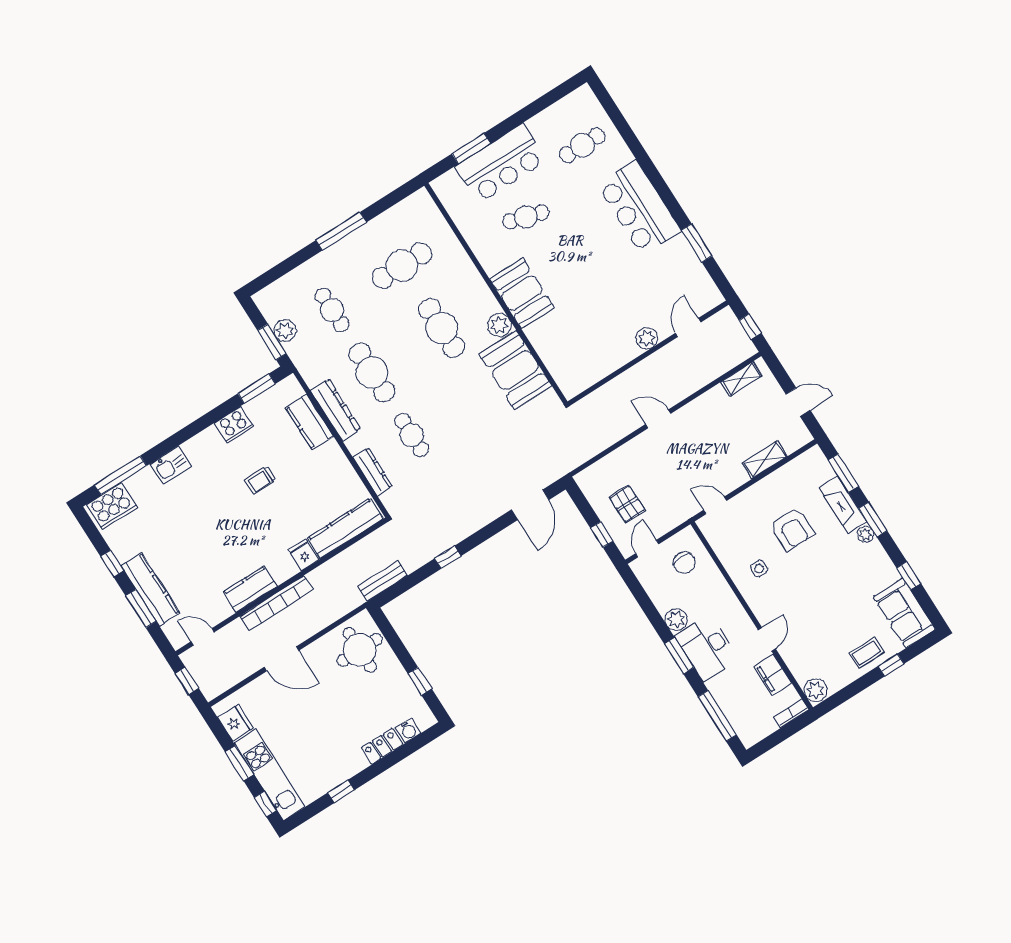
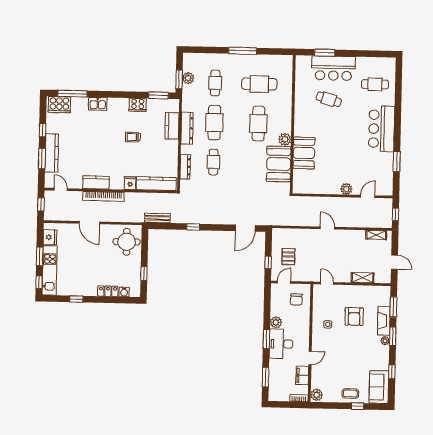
booth: (522, 293) -> (304, 153), moved
window: (717, 716) -> (265, 377), width x0.69

